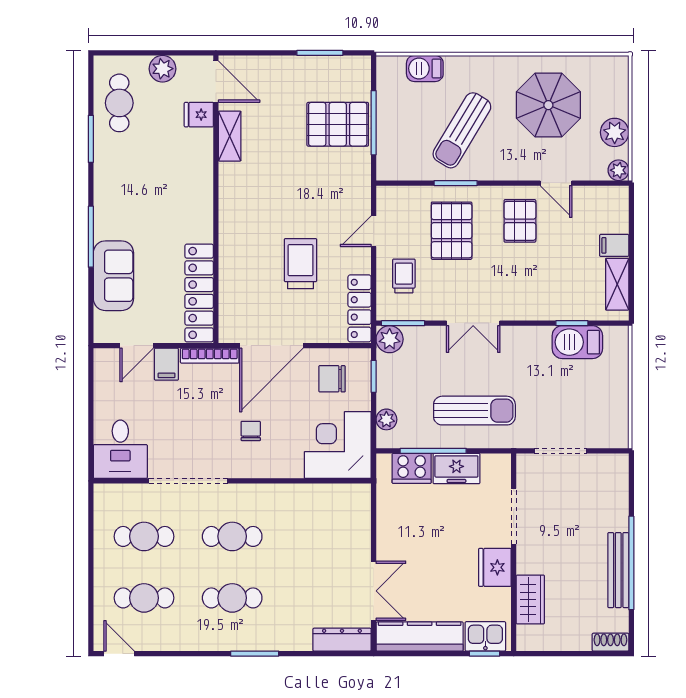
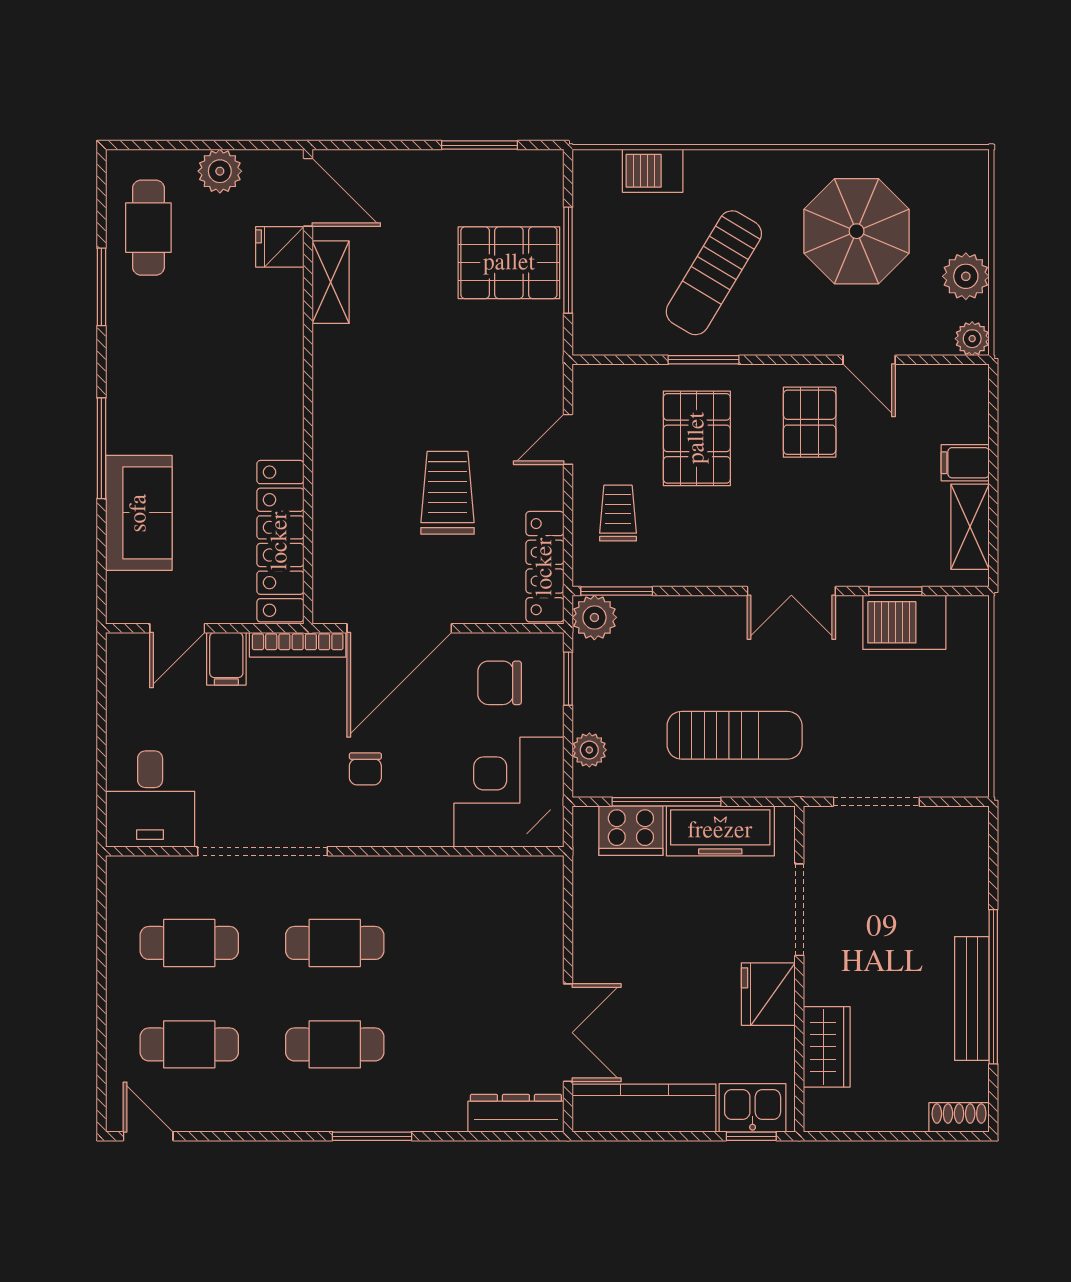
double door: (473, 323) -> (791, 591), moved
chair: (251, 431) -> (365, 769), turned 180
freezer: (456, 469) -> (720, 831), width x1.40

